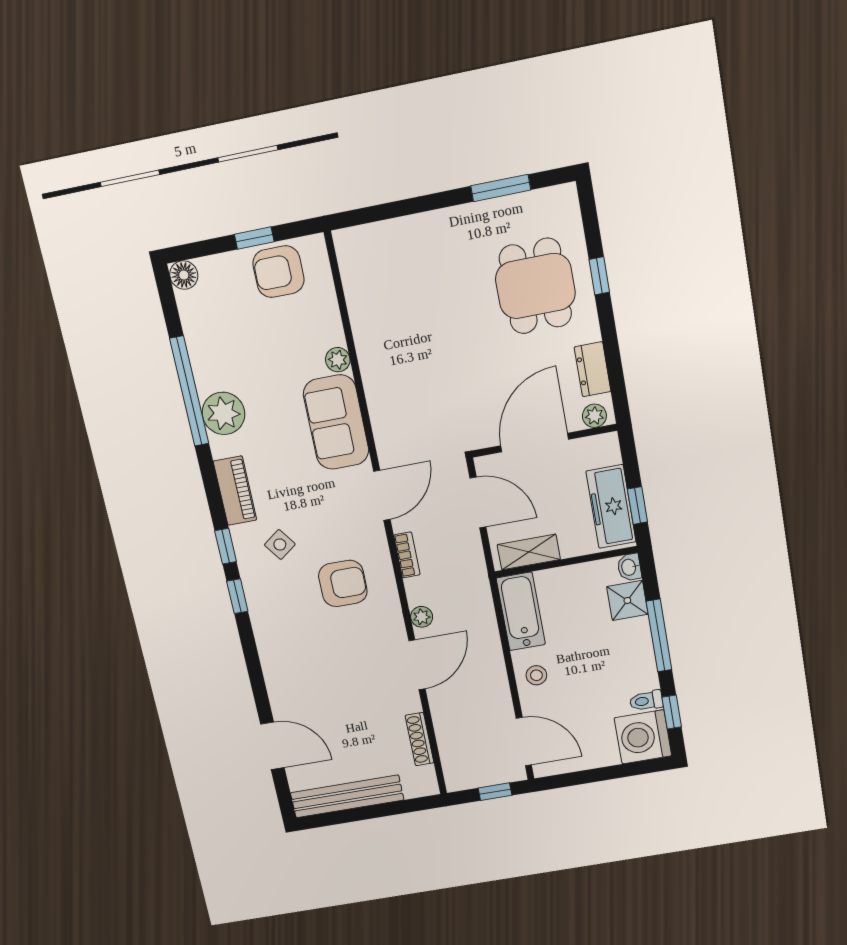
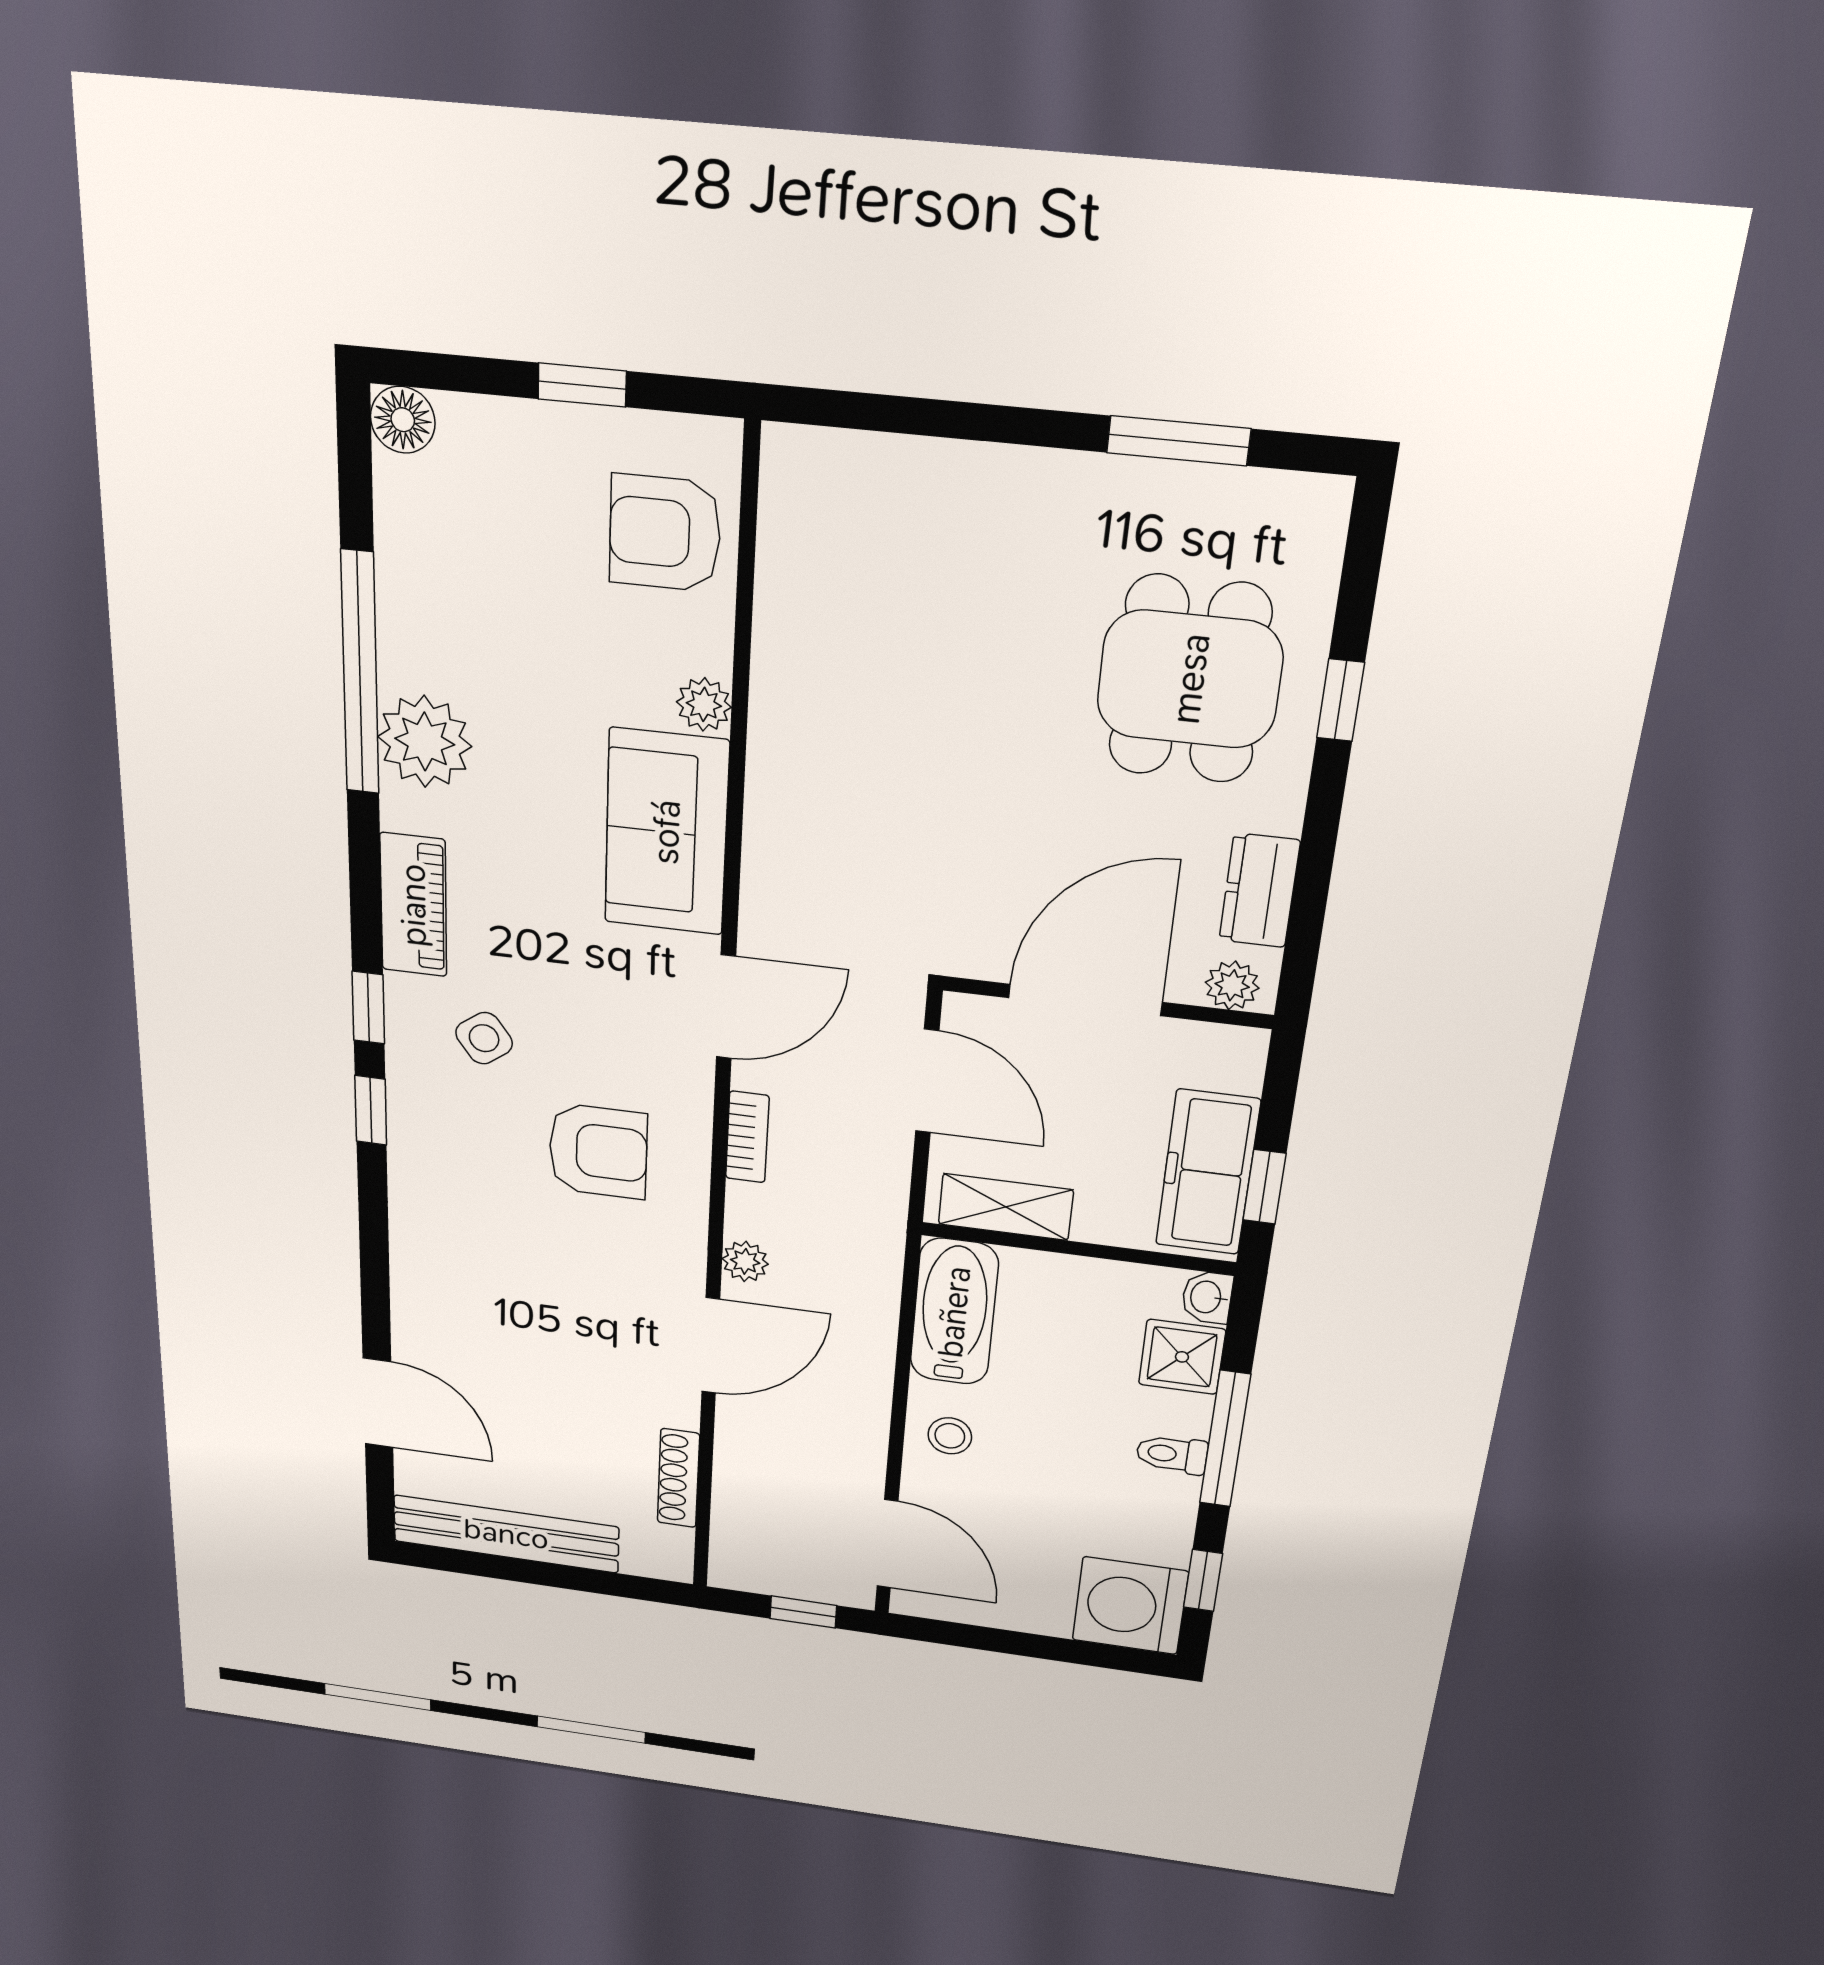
armchair: (278, 272) -> (665, 533), moved
toilet: (646, 701) -> (1172, 1454), moved

